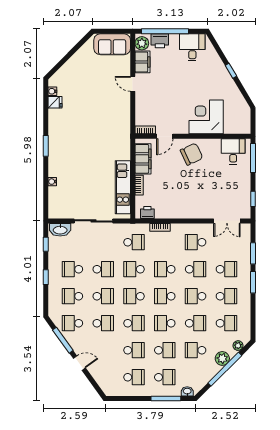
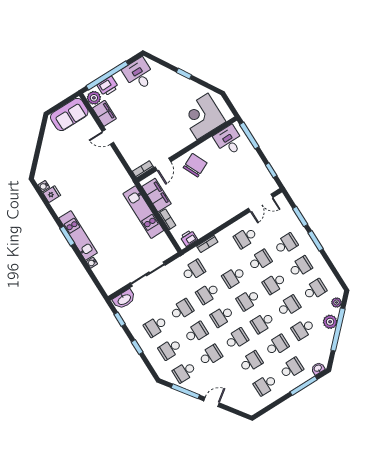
corner desk: (206, 117) -> (203, 116), moved
kitchen unit: (55, 151) -> (78, 235), added
kitchen unit: (123, 187) -> (143, 212), moved
school desk: (134, 377) -> (265, 385), turned 180

